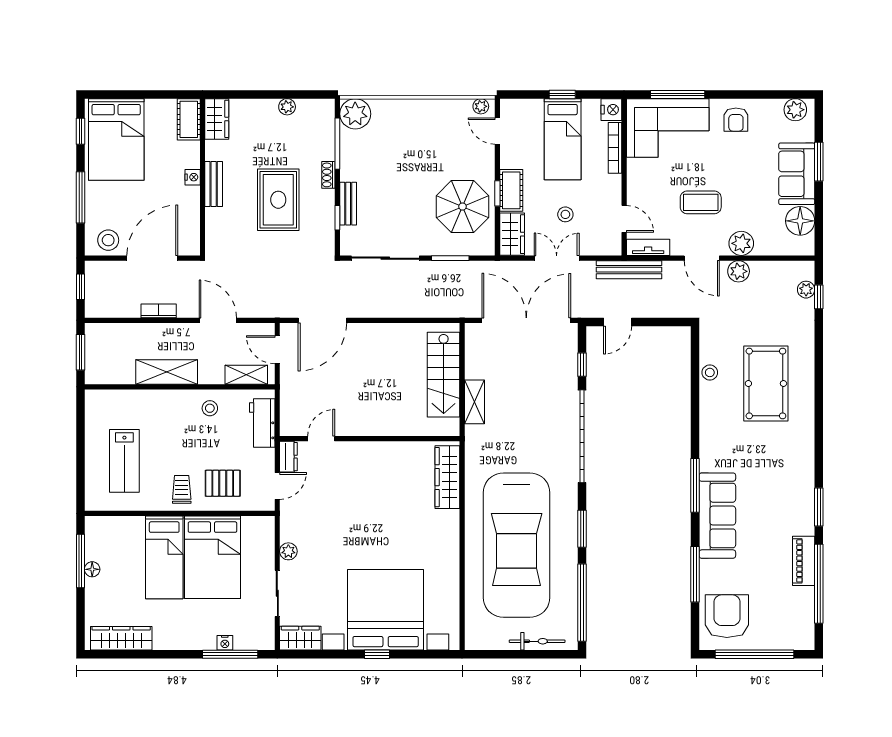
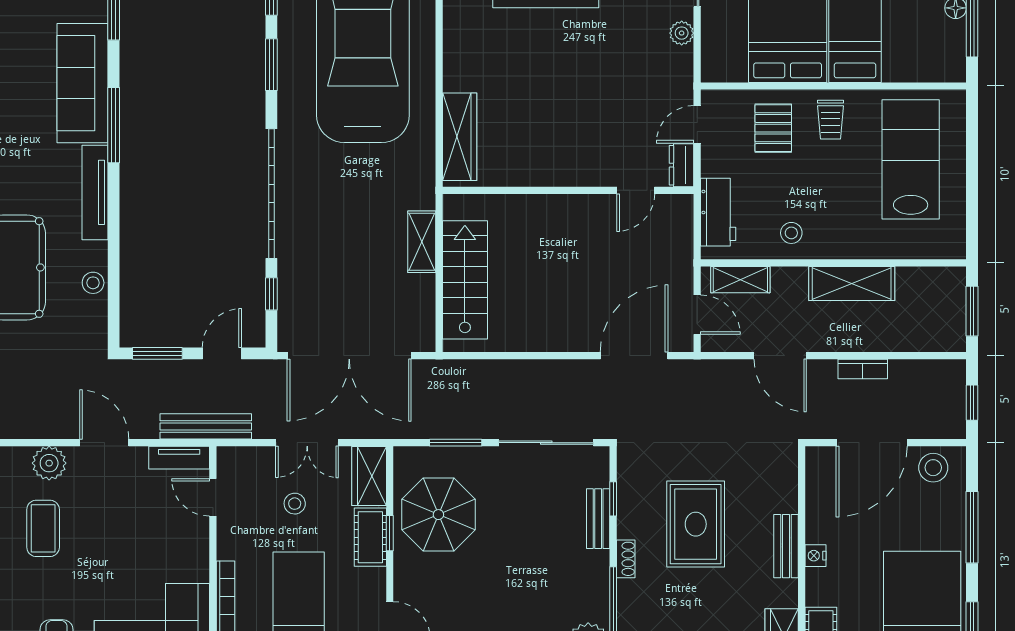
coffee table: (701, 202) -> (43, 528), moved, turned 90
plant: (739, 271) -> (53, 424), removed
window: (664, 322) -> (157, 353), added
tv unit: (708, 437) -> (95, 192), added
lab bench: (124, 461) -> (911, 159), width x1.36, depth x1.39
pallet: (223, 483) -> (773, 128), turned 90

